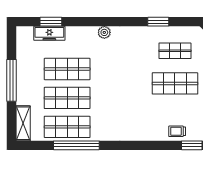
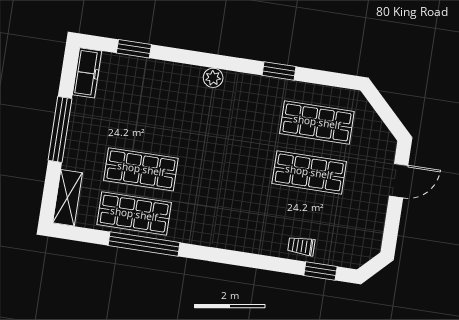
window: (158, 22) -> (279, 71), moved
freezer: (49, 33) -> (87, 73), moved, turned -90
shop shelf: (175, 51) -> (317, 122), width x1.43, depth x1.36
shop shelf: (67, 69) -> (148, 125), removed

